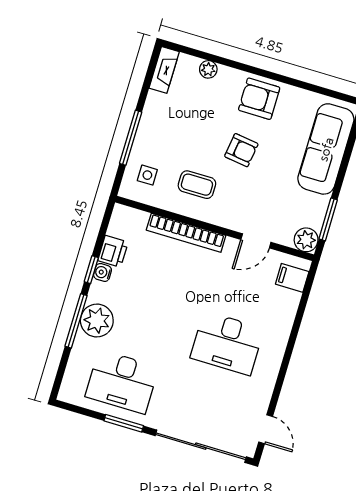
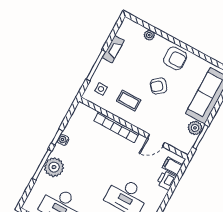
fireplace: (164, 70) -> (113, 49), moved
armchair: (259, 99) -> (175, 58), turned 180
armchair: (241, 150) -> (159, 86), turned 133
plant: (306, 240) -> (195, 128), moved
printer: (113, 251) -> (166, 180), moved, turned 180

